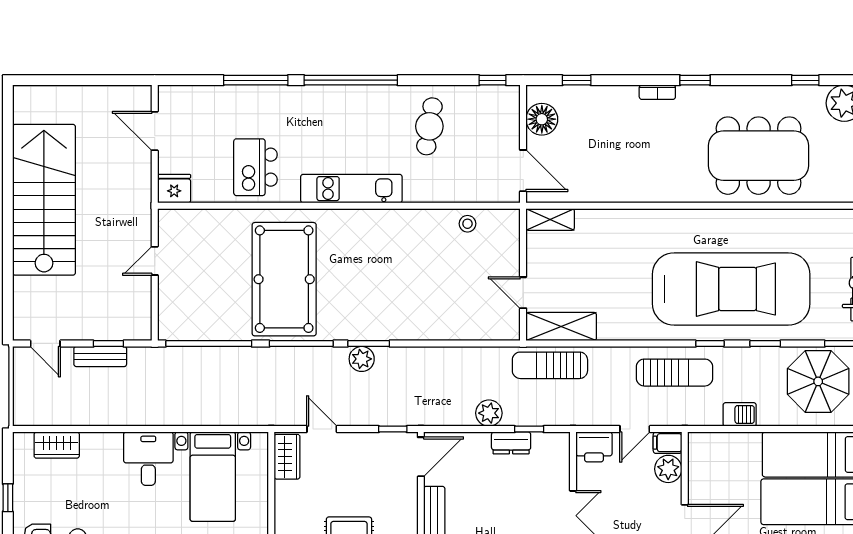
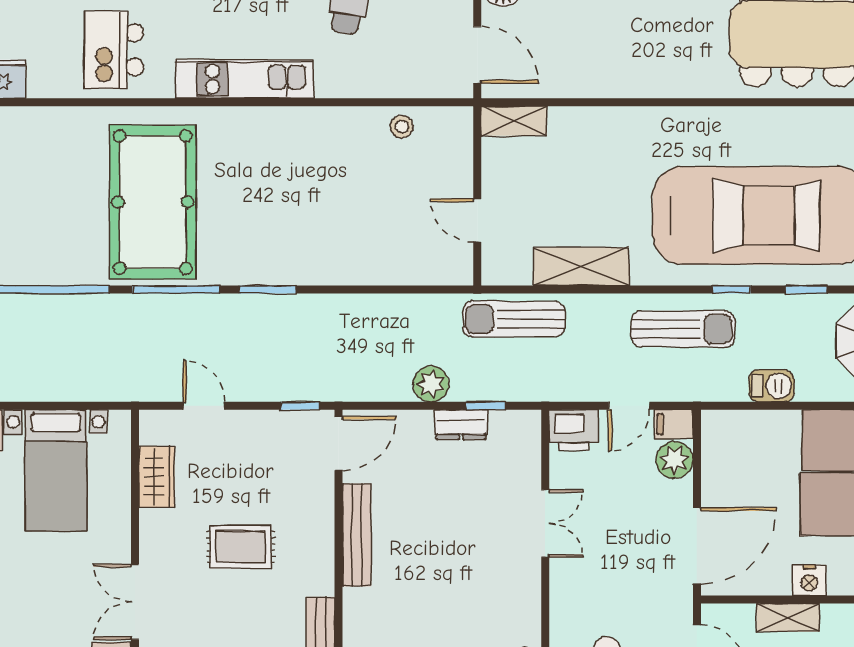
shelving: (561, 327) -> (581, 267), moved
plant: (362, 359) -> (258, 310), removed
wardrobe: (287, 457) -> (157, 477), moved

